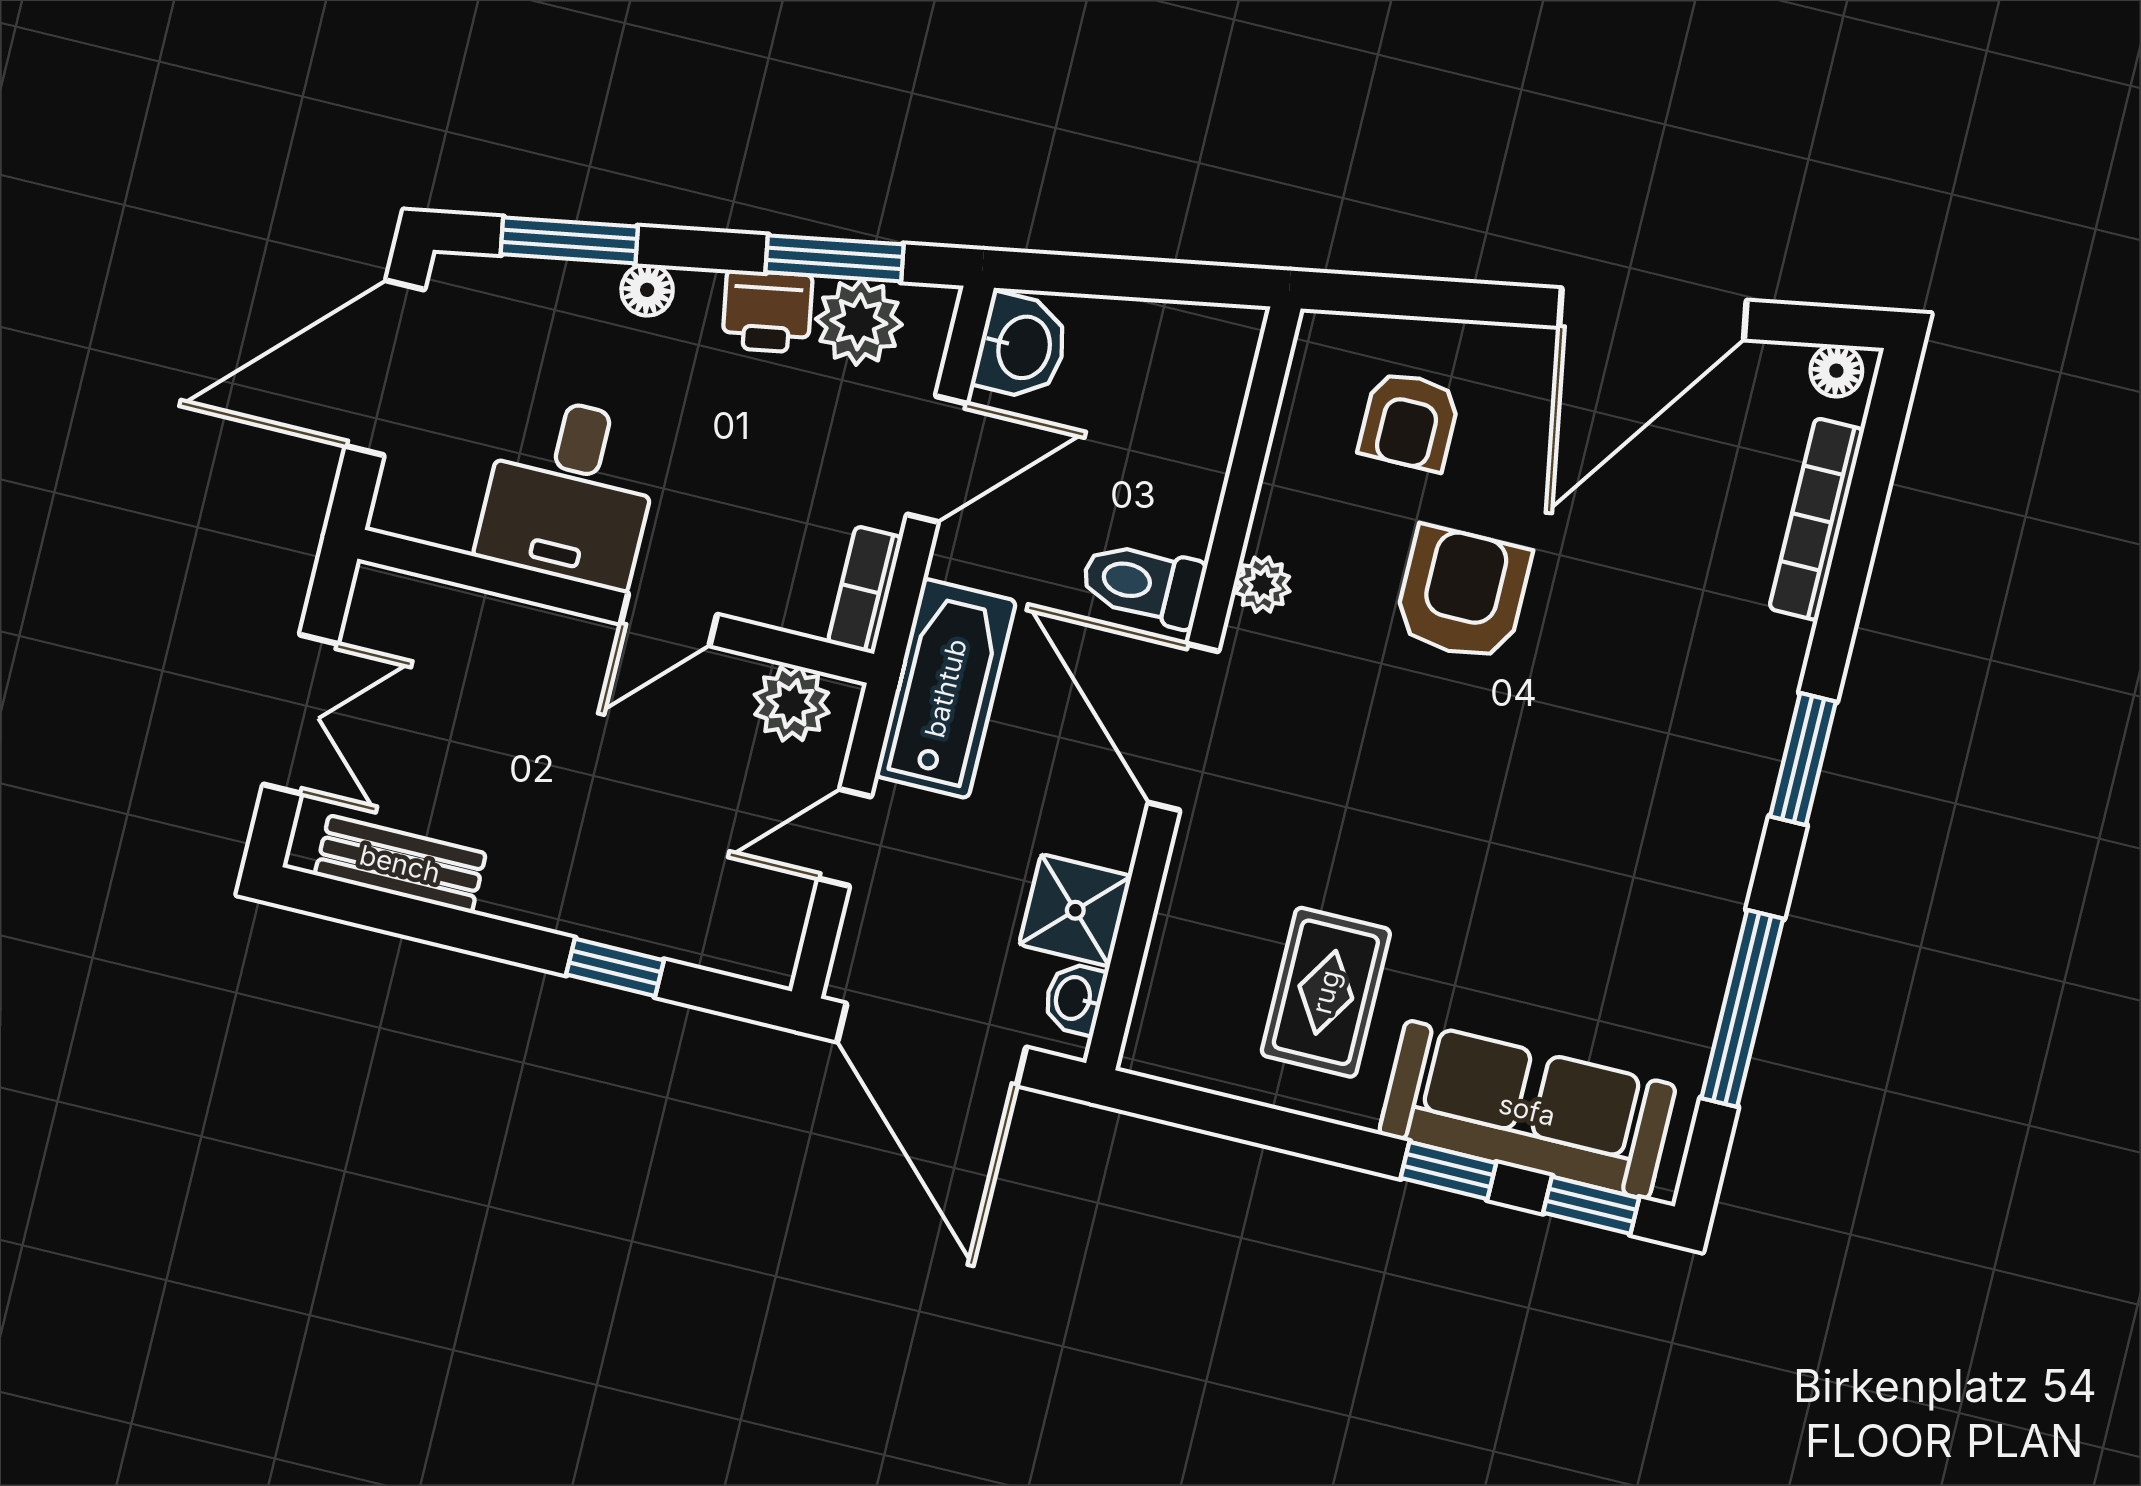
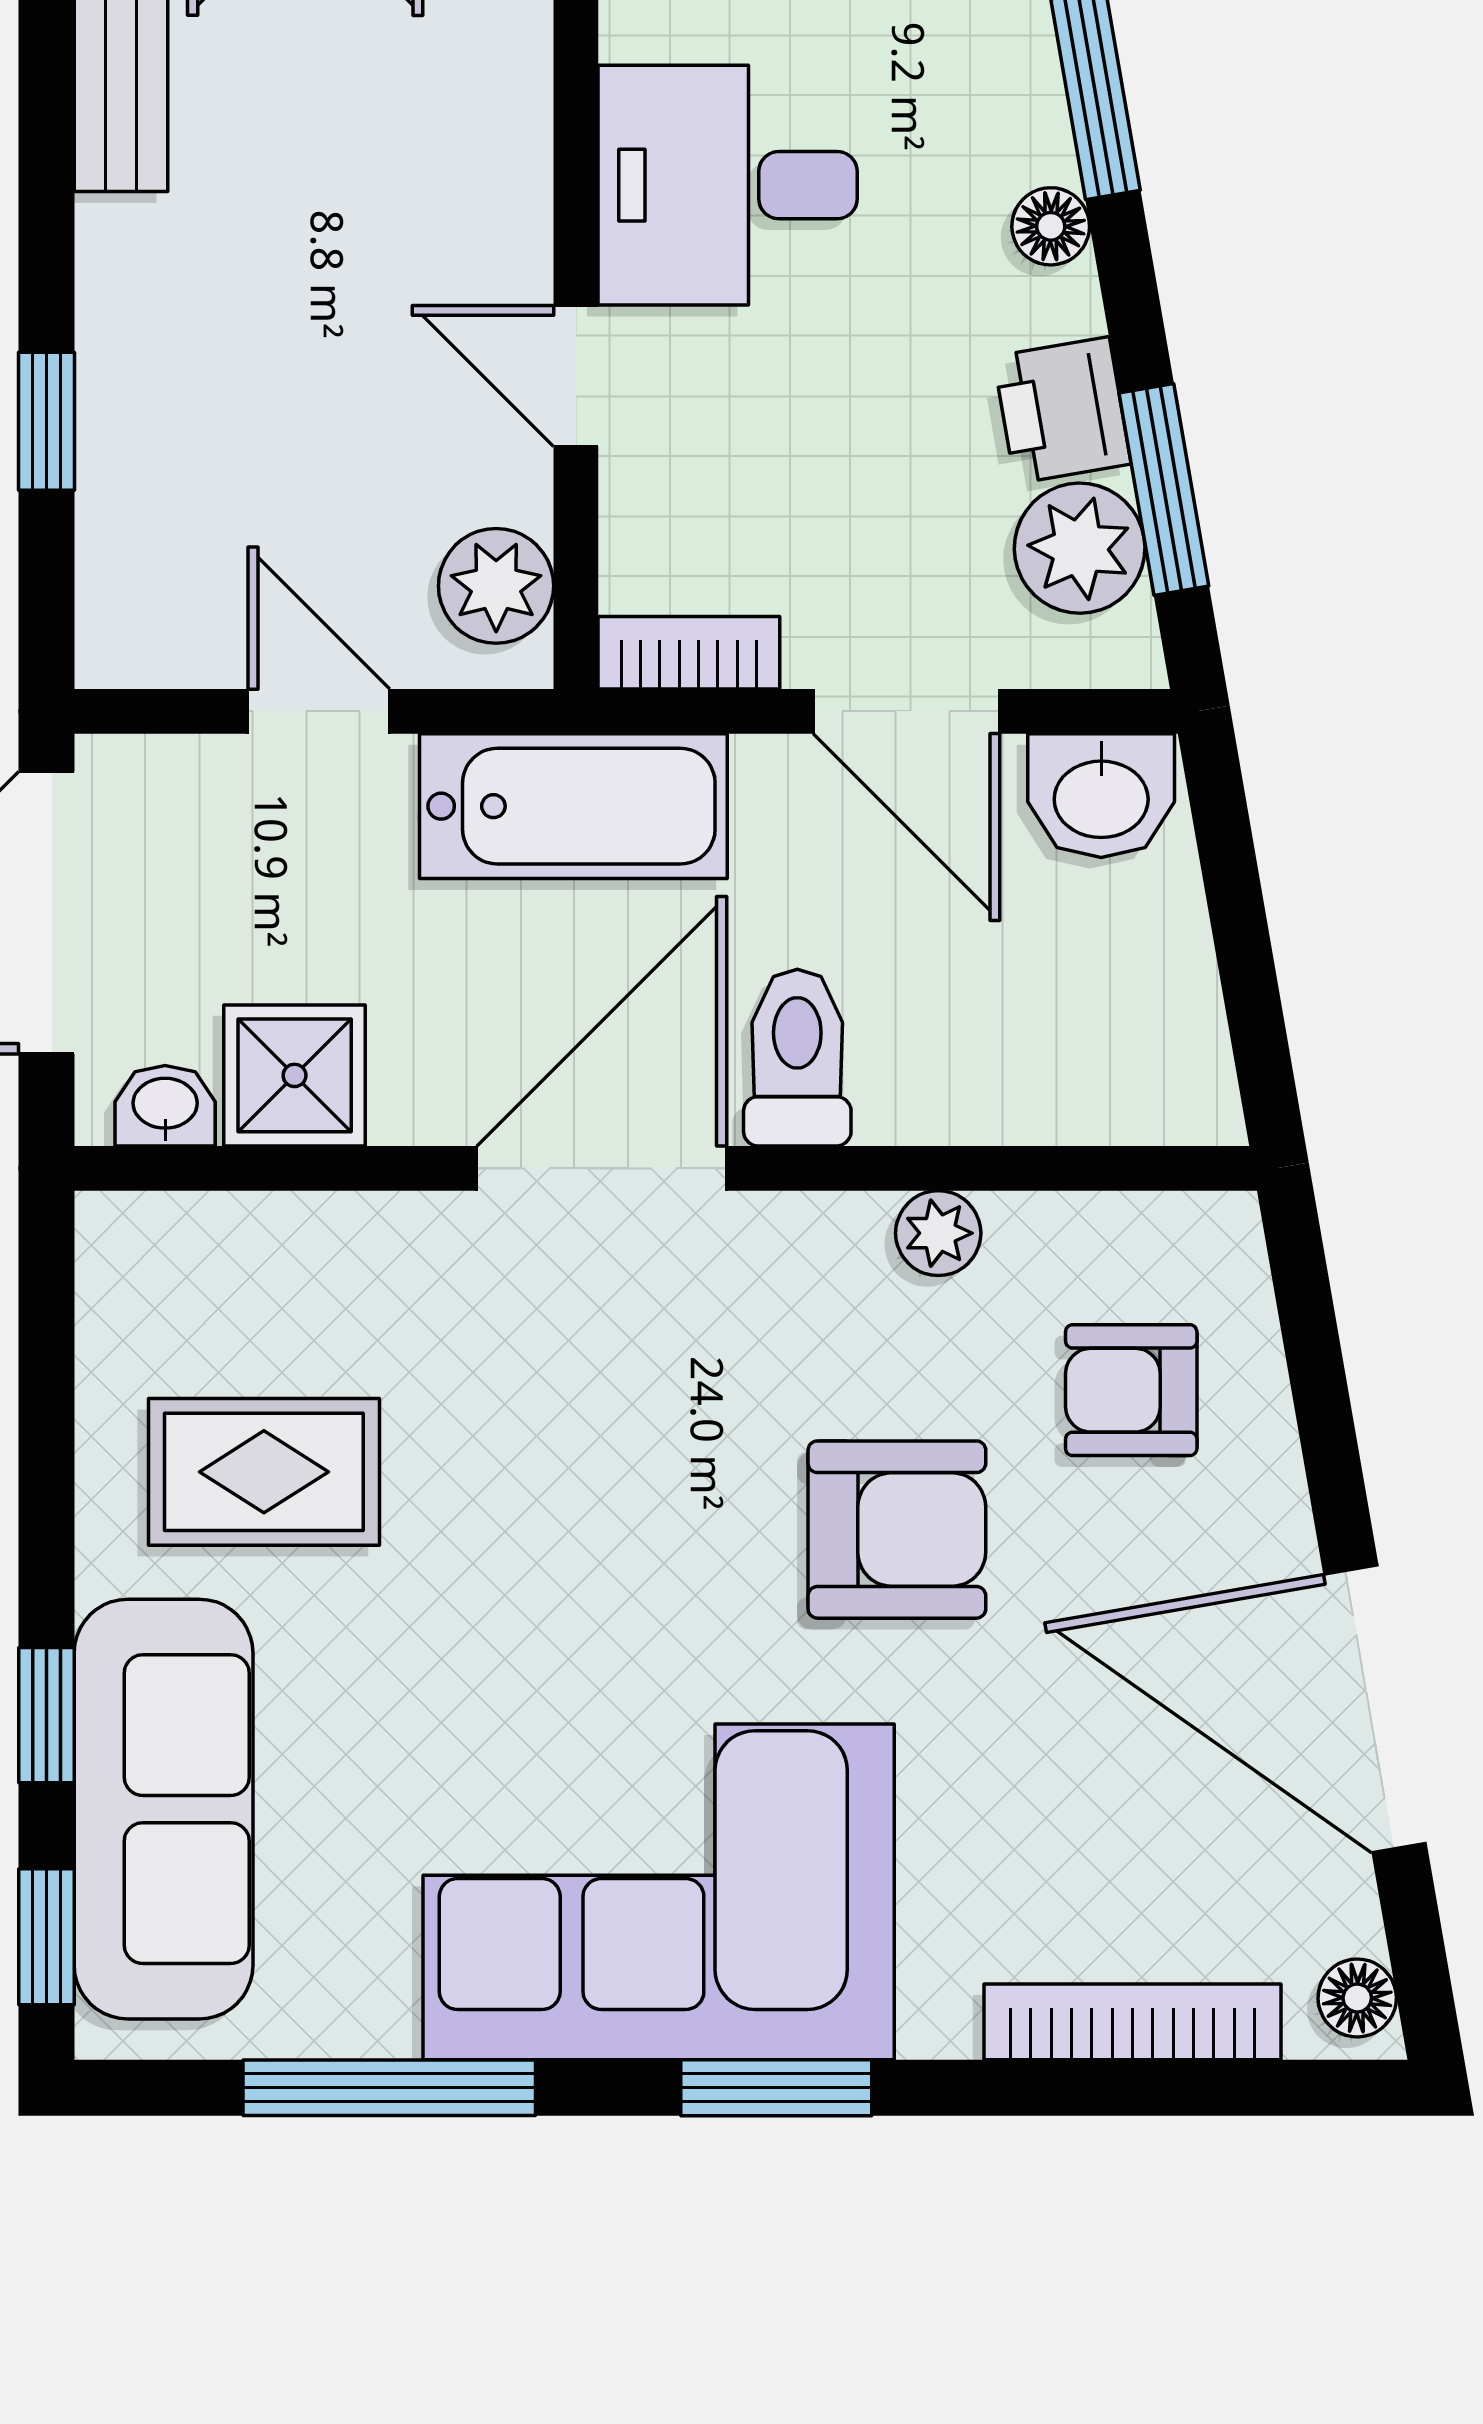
plant: (1262, 585) -> (938, 1233), moved
corner sofa: (1658, 804) -> (659, 1892), added

